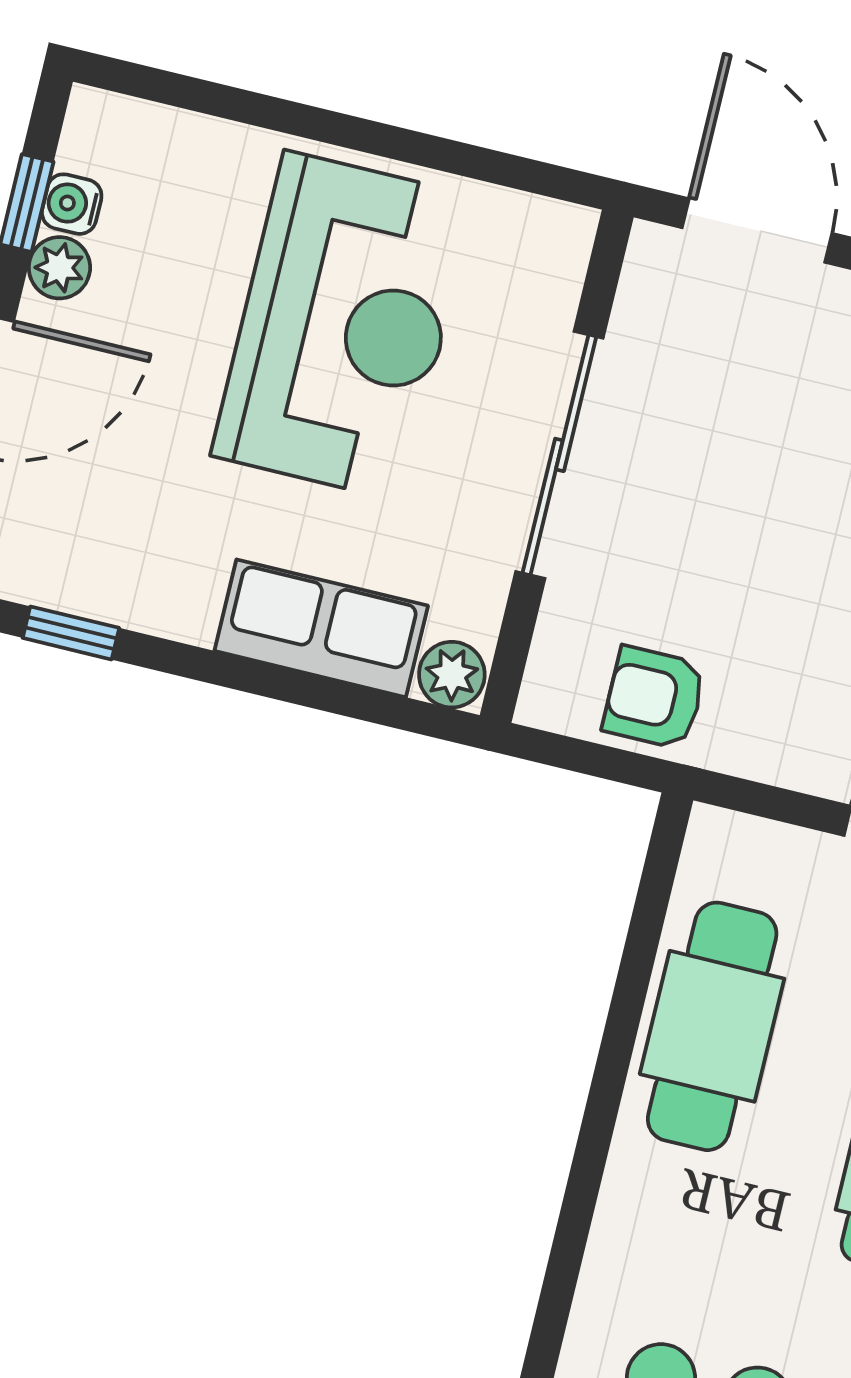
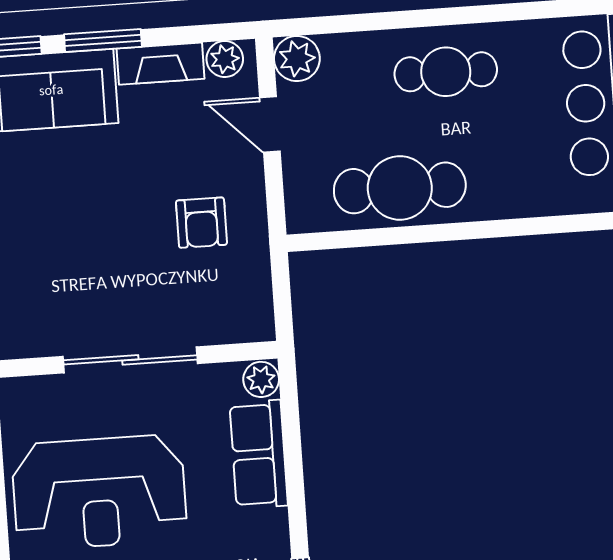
reception desk: (343, 326) -> (99, 492), turned 180
armchair: (654, 698) -> (201, 223), moved

